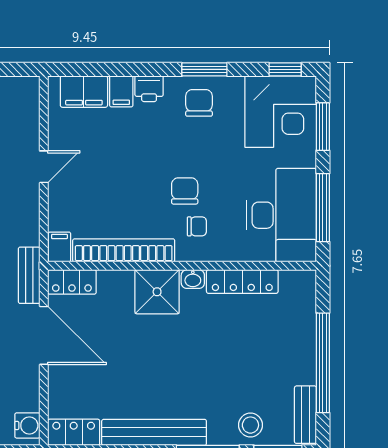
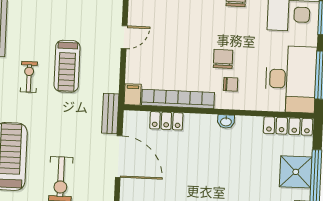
locker: (72, 282) -> (166, 121), moved
locker: (242, 282) -> (288, 126), moved
shower: (157, 292) -> (296, 172), moved

